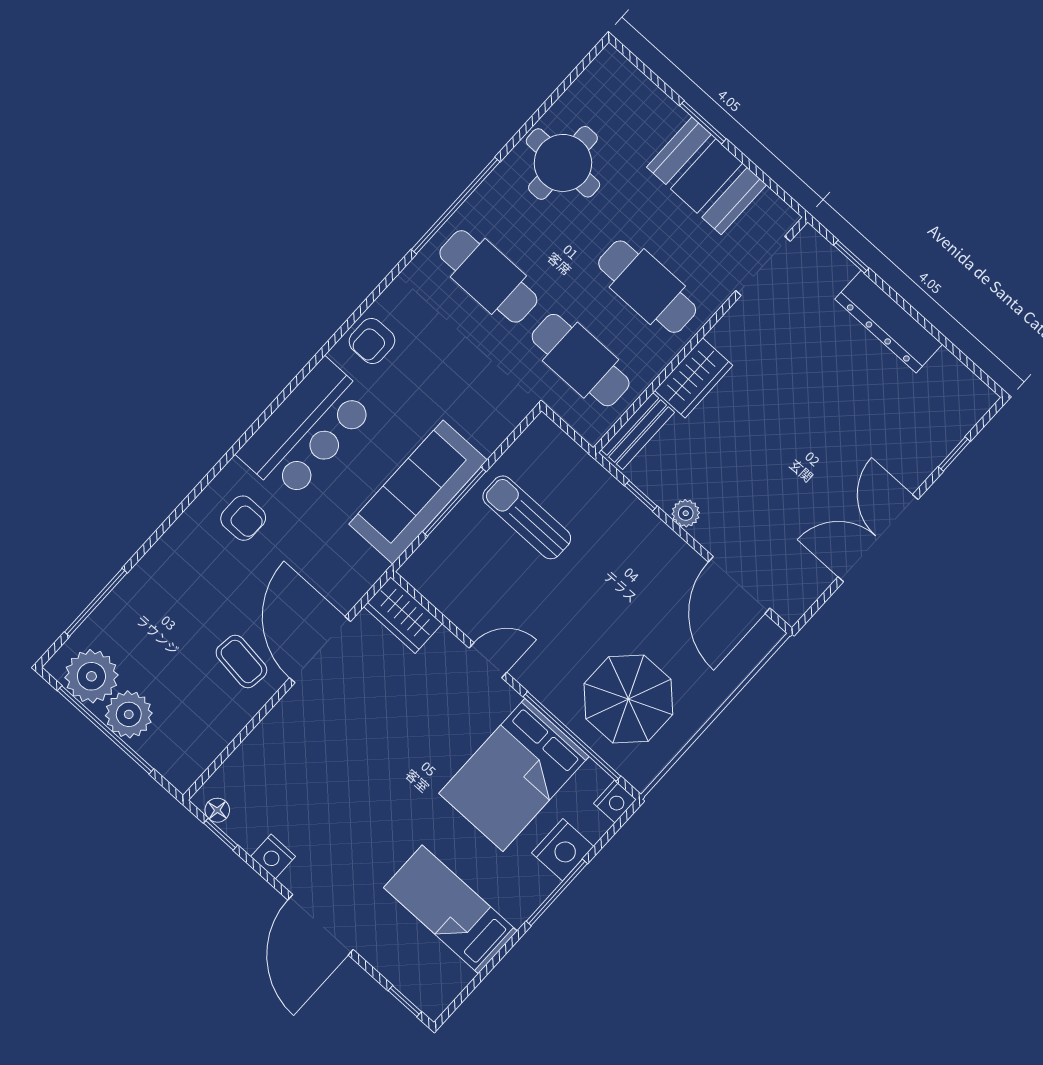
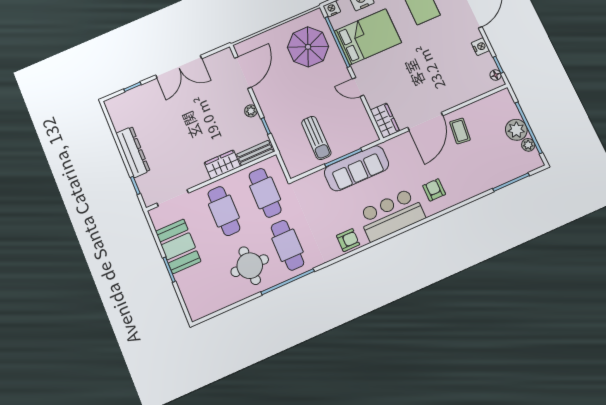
round table: (563, 163) -> (250, 266), moved
plant: (91, 676) -> (528, 145), width x0.53, depth x0.53

